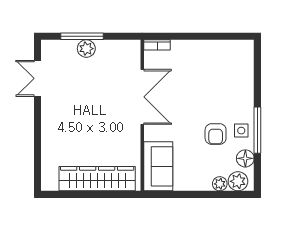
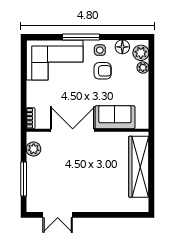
plant: (86, 49) -> (34, 149), moved
corner sofa: (229, 75) -> (55, 60), added
window: (257, 130) -> (81, 37), moved
sofa: (158, 166) -> (115, 117), moved

